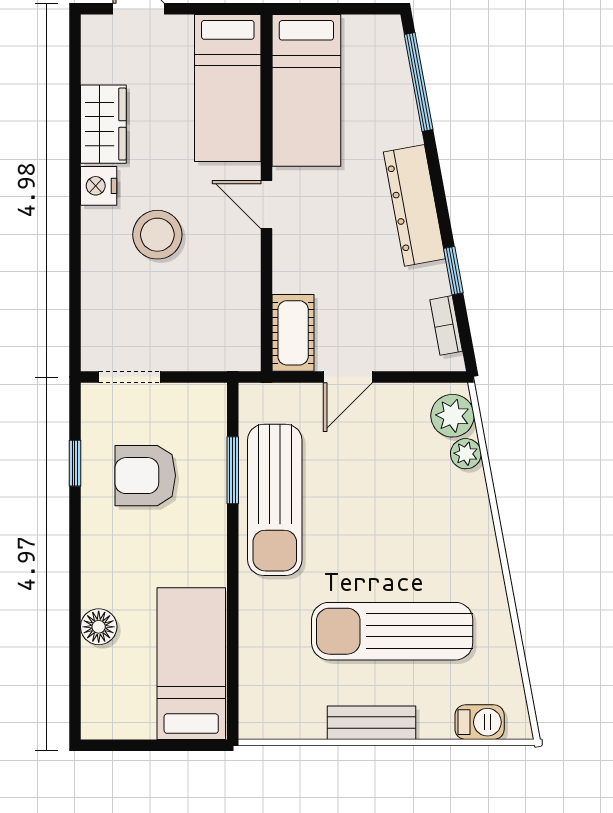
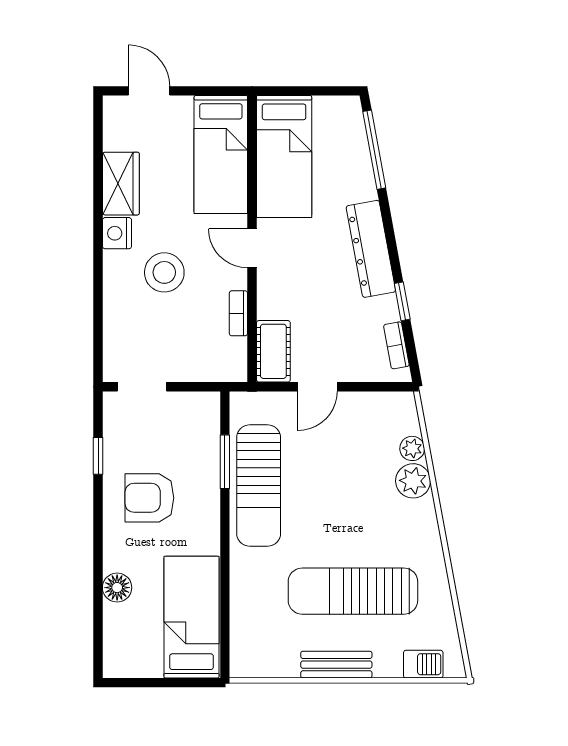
bookcase: (250, 286) -> (238, 313), added
plant: (452, 416) -> (413, 481), moved
armchair: (145, 476) -> (149, 498), moved

